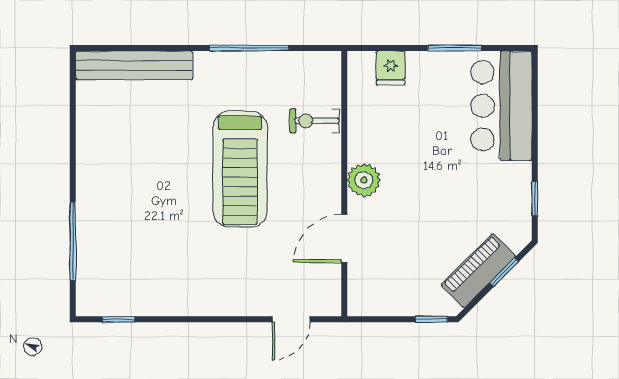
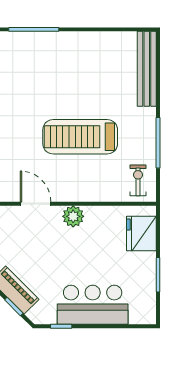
fridge: (391, 68) -> (141, 234), width x1.88, depth x1.34
bar counter: (501, 106) -> (93, 305), moved
exercise bike: (314, 121) -> (138, 180), moved

